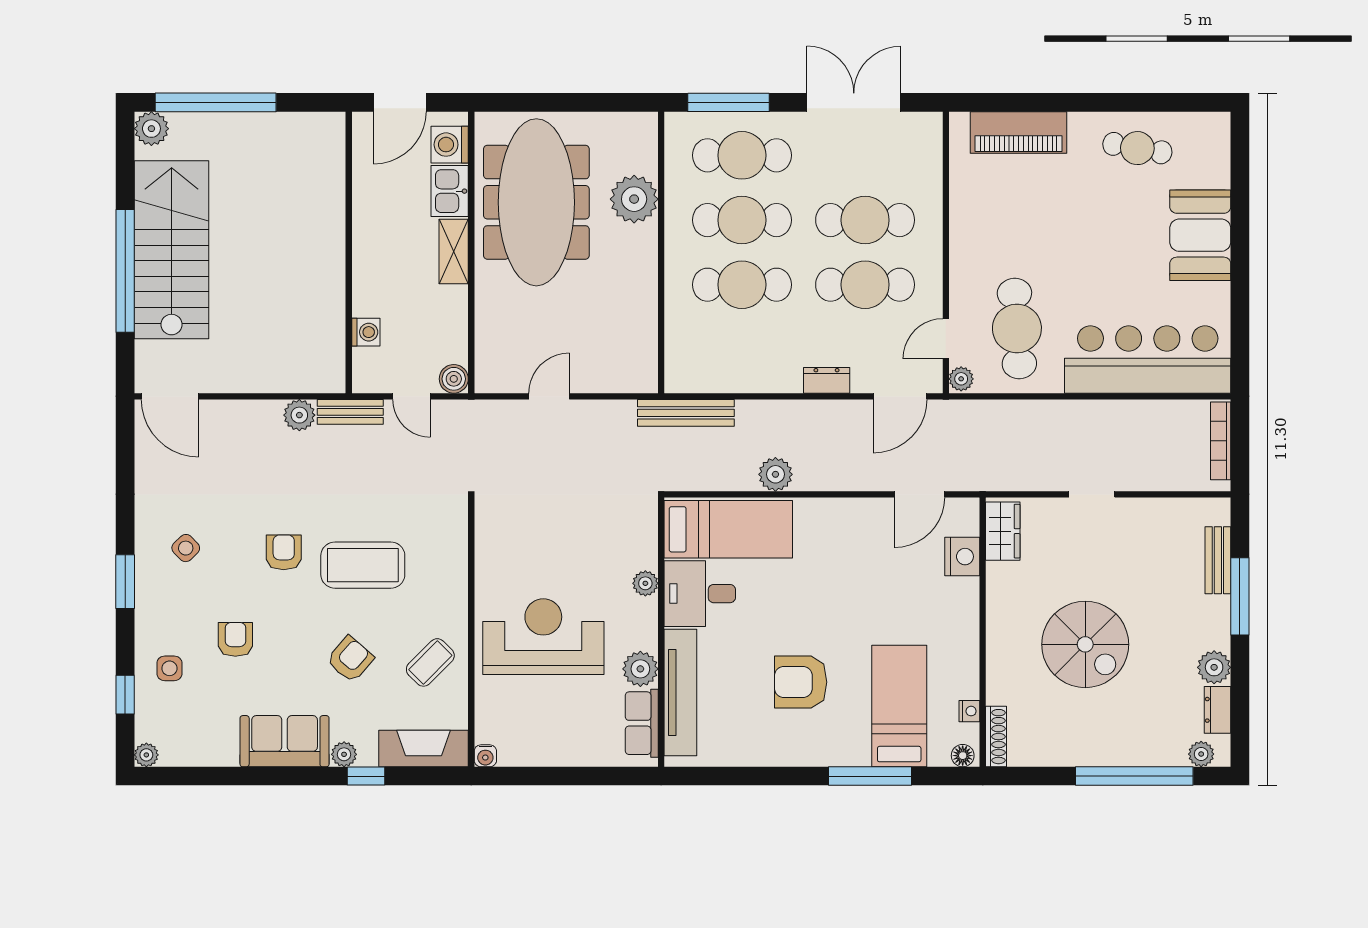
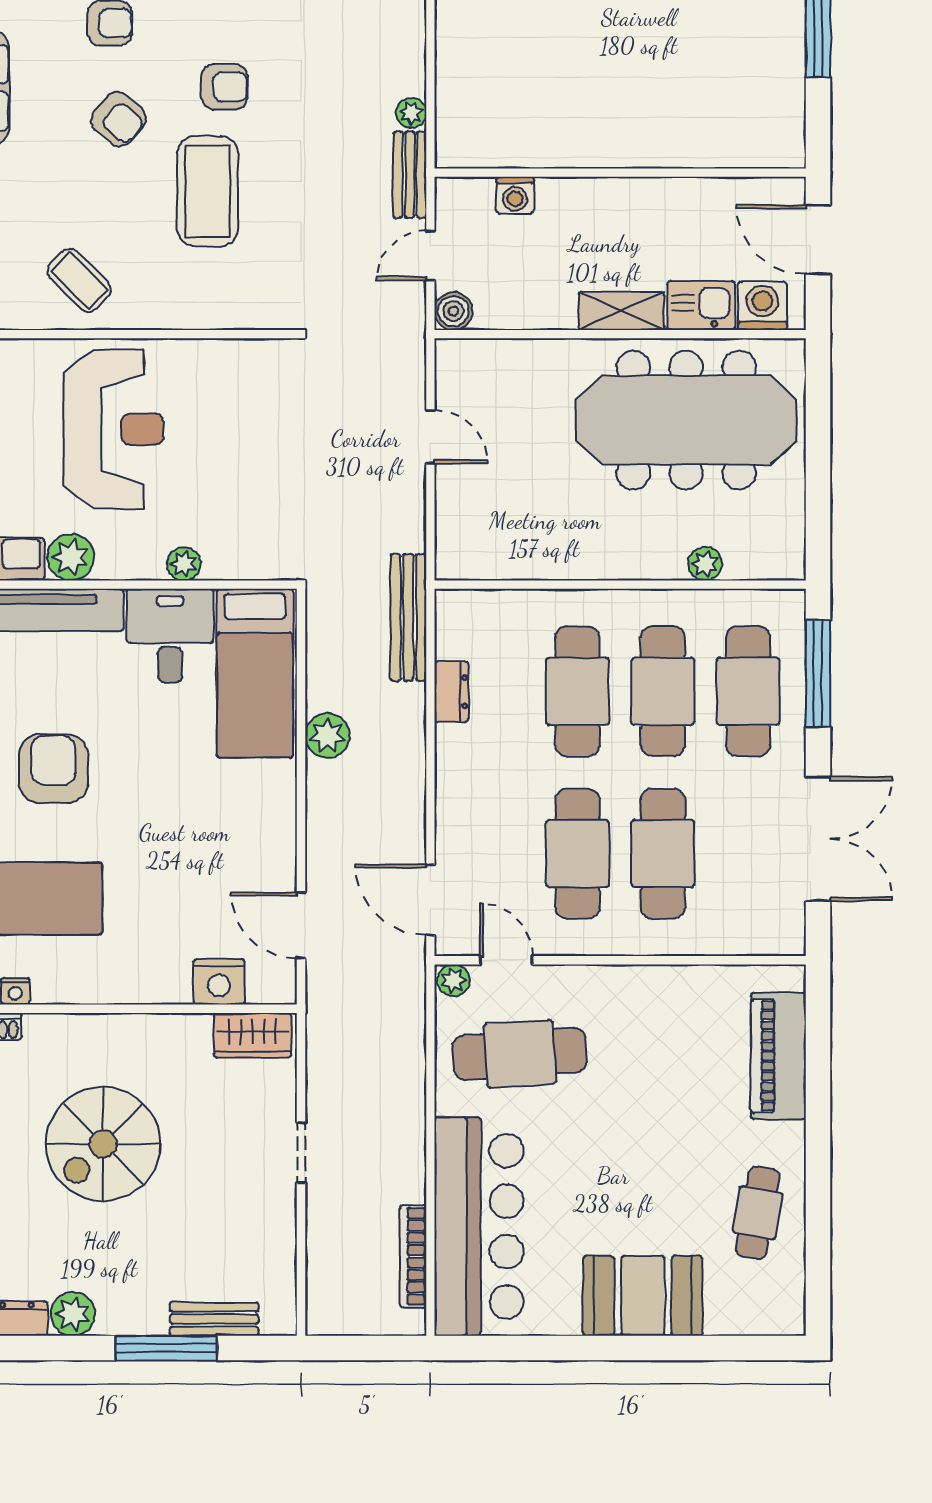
plant: (634, 199) -> (705, 564), width x0.53, depth x0.53
dresser: (827, 380) -> (451, 692), moved
plant: (299, 415) -> (411, 113), width x0.73, depth x0.73
bookcase: (1221, 441) -> (413, 1256), moved, turned -90
armchair: (350, 659) -> (118, 119), moved

